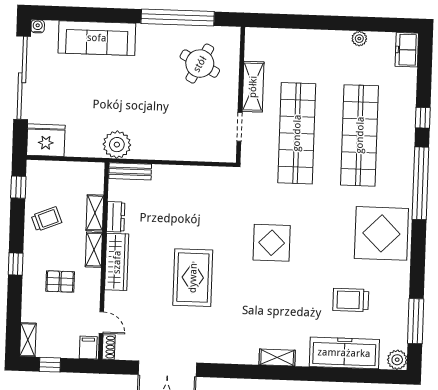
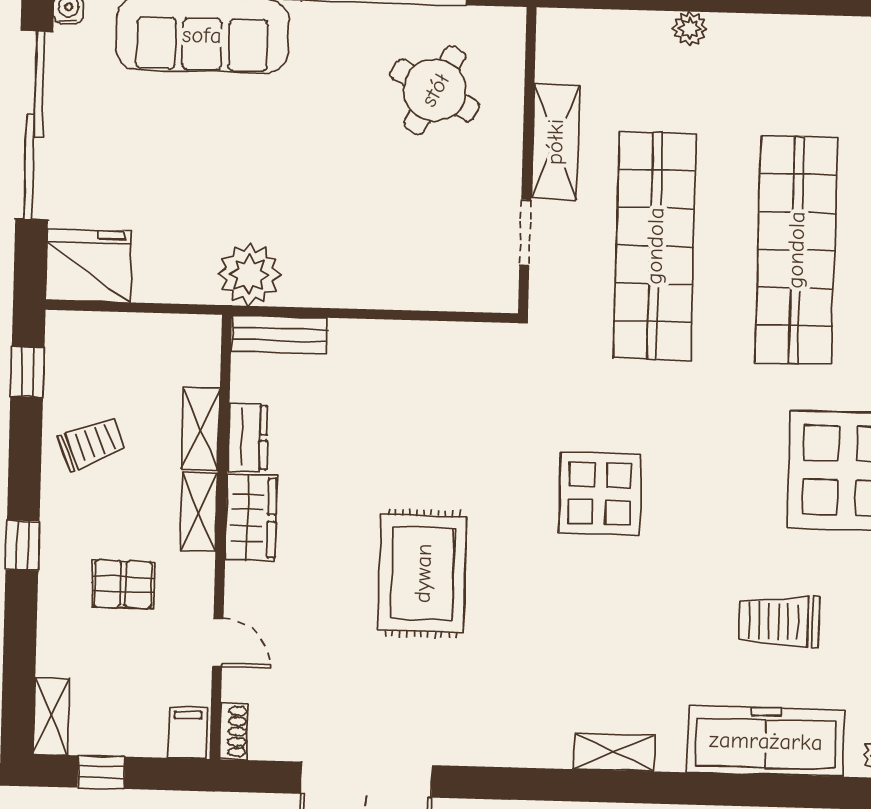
plant: (359, 39) -> (690, 29), moved
wardrobe: (117, 262) -> (251, 518), width x0.67
door: (101, 323) -> (218, 642), moved

